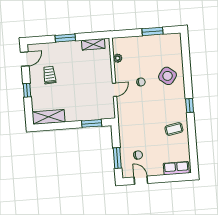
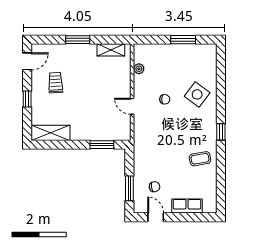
door: (114, 90) -> (132, 106), swing flipped
row of seats: (176, 168) -> (187, 206), moved

